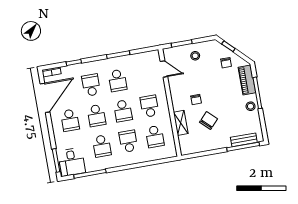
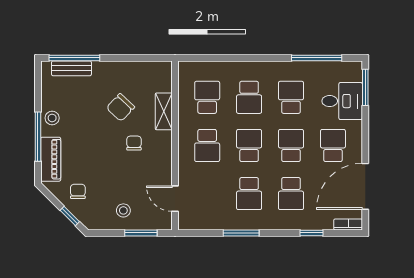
school desk: (118, 80) -> (249, 194), turned 180
desk: (72, 162) -> (342, 101), moved, turned 90

